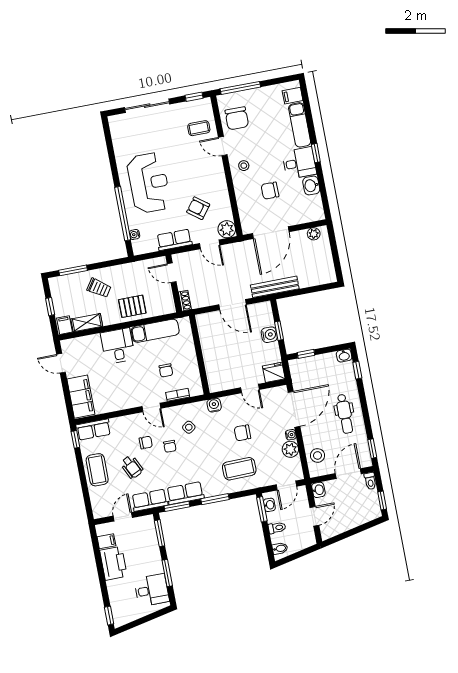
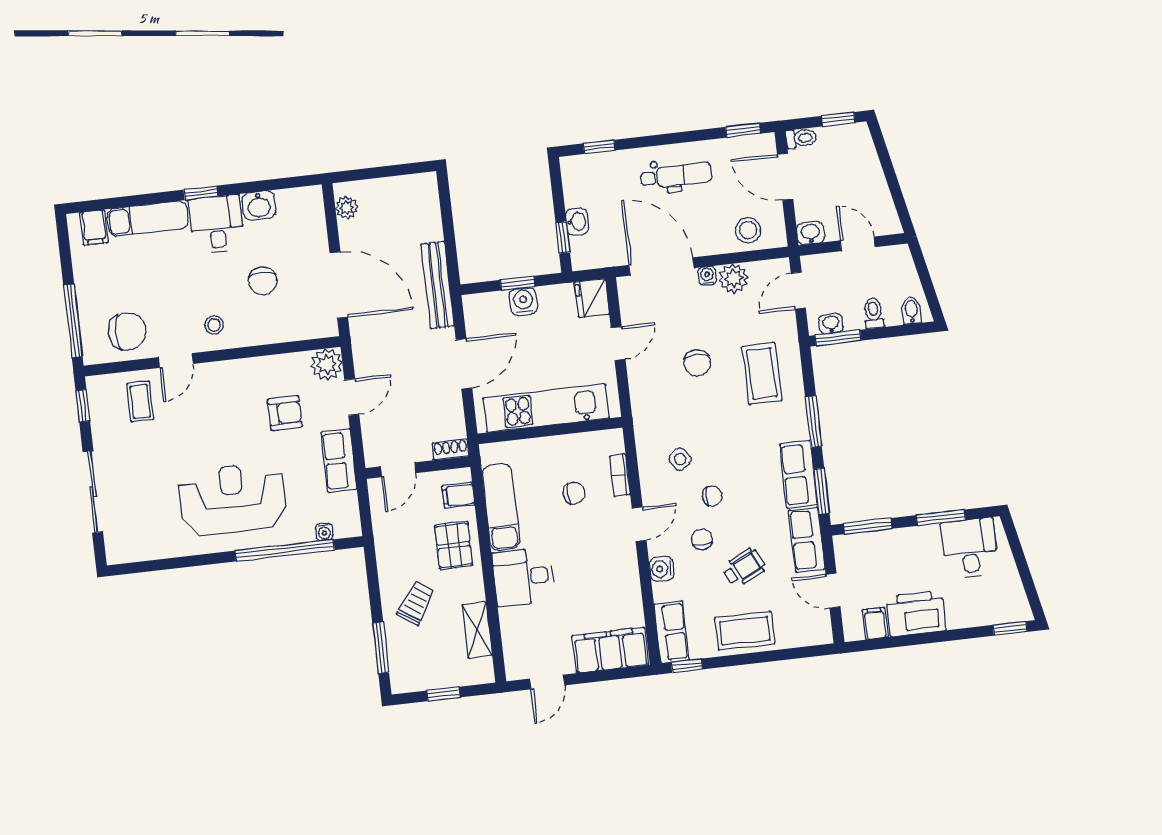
armchair: (198, 208) -> (285, 413), turned -127
filing cabinet: (64, 325) -> (458, 495), moved
kitchen unit: (211, 352) -> (546, 408), added
washbasin: (344, 356) -> (577, 222), moved
water cooler: (214, 405) -> (662, 569), moved
door: (286, 485) -> (798, 290), swing flipped

